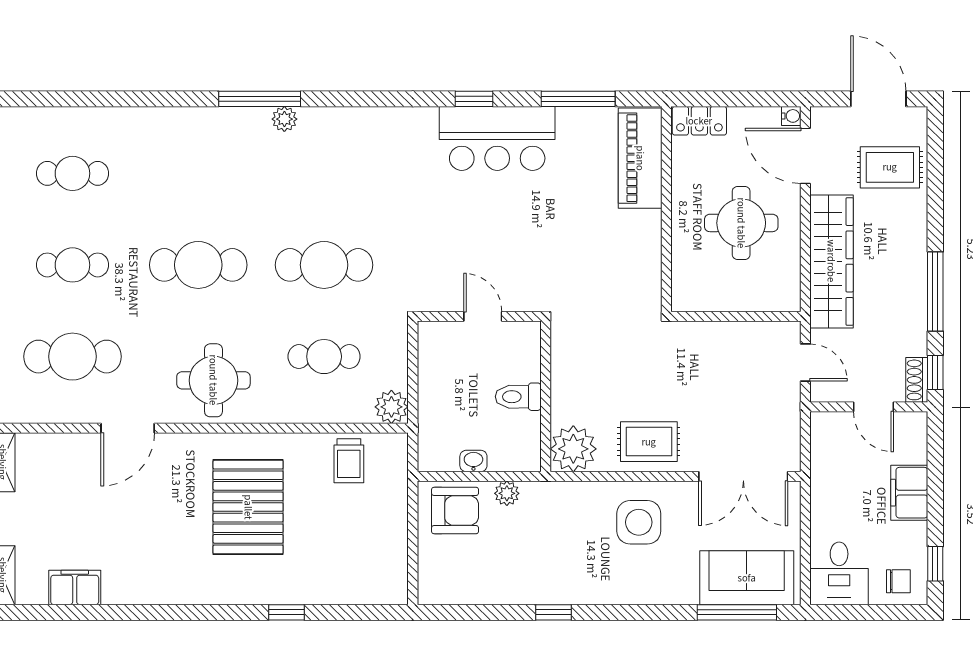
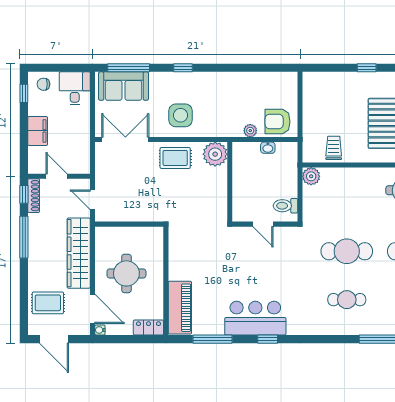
plant: (284, 119) -> (368, 328), removed
cafe table: (324, 357) -> (347, 300), moved
shoe rack: (917, 380) -> (34, 196), width x1.43
toilet: (518, 397) -> (285, 206), moved, turned 180
window: (553, 612) -> (183, 68), moved

